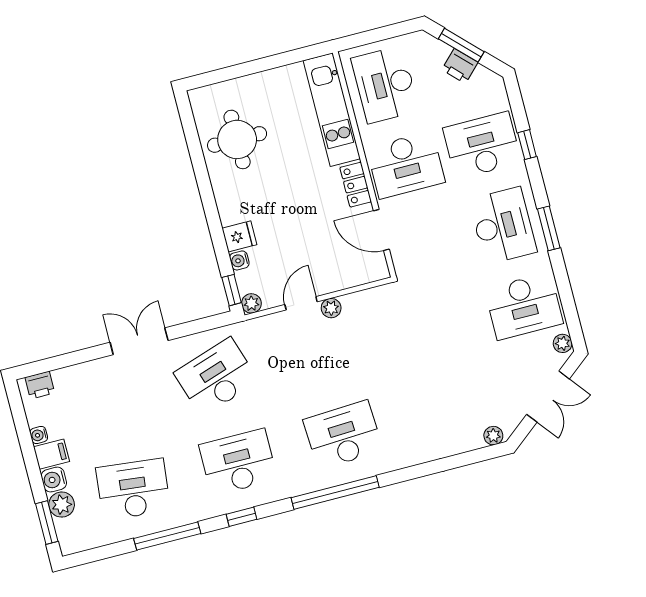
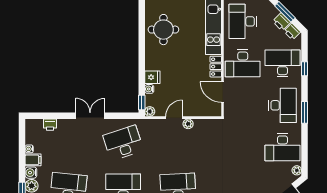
printer: (485, 80) -> (292, 32), added
printer: (40, 385) -> (50, 125), moved

